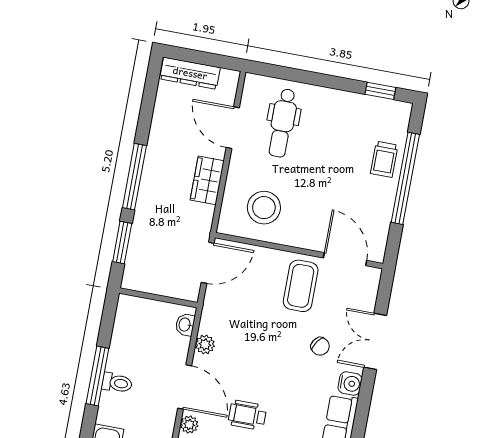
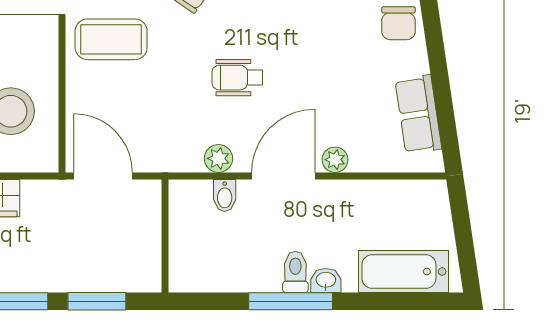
washbasin: (185, 325) -> (326, 280), moved, turned 180
bidet: (179, 344) -> (225, 196), added
wheelchair: (247, 415) -> (237, 78), moved, turned 90

